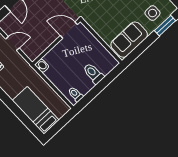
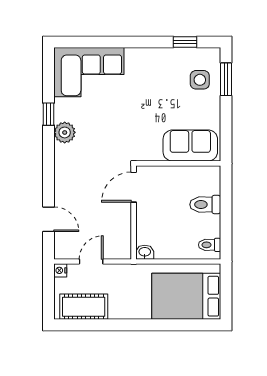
sofa: (129, 40) -> (190, 146), moved, turned 90
bed: (36, 110) -> (186, 296), width x1.50

